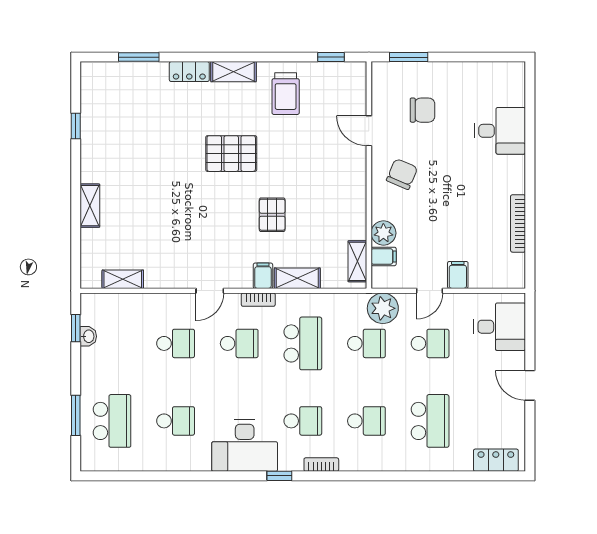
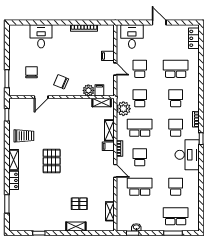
pallet: (272, 215) -> (79, 204), moved
plant: (383, 308) -> (123, 109), moved
school desk: (176, 343) -> (140, 187), width x1.85
door: (530, 385) -> (159, 23), swing flipped

